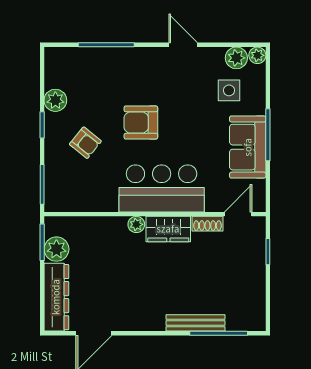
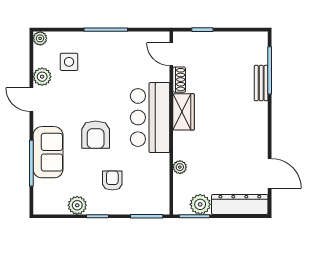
door: (183, 45) -> (31, 100), hinge flipped
plant: (236, 58) -> (42, 77), moved
armchair: (85, 143) -> (112, 181), turned -39
sofa: (248, 147) -> (48, 152), moved, turned -90
plant: (136, 224) -> (180, 167), moved
bench: (196, 323) -> (261, 83), width x0.73

